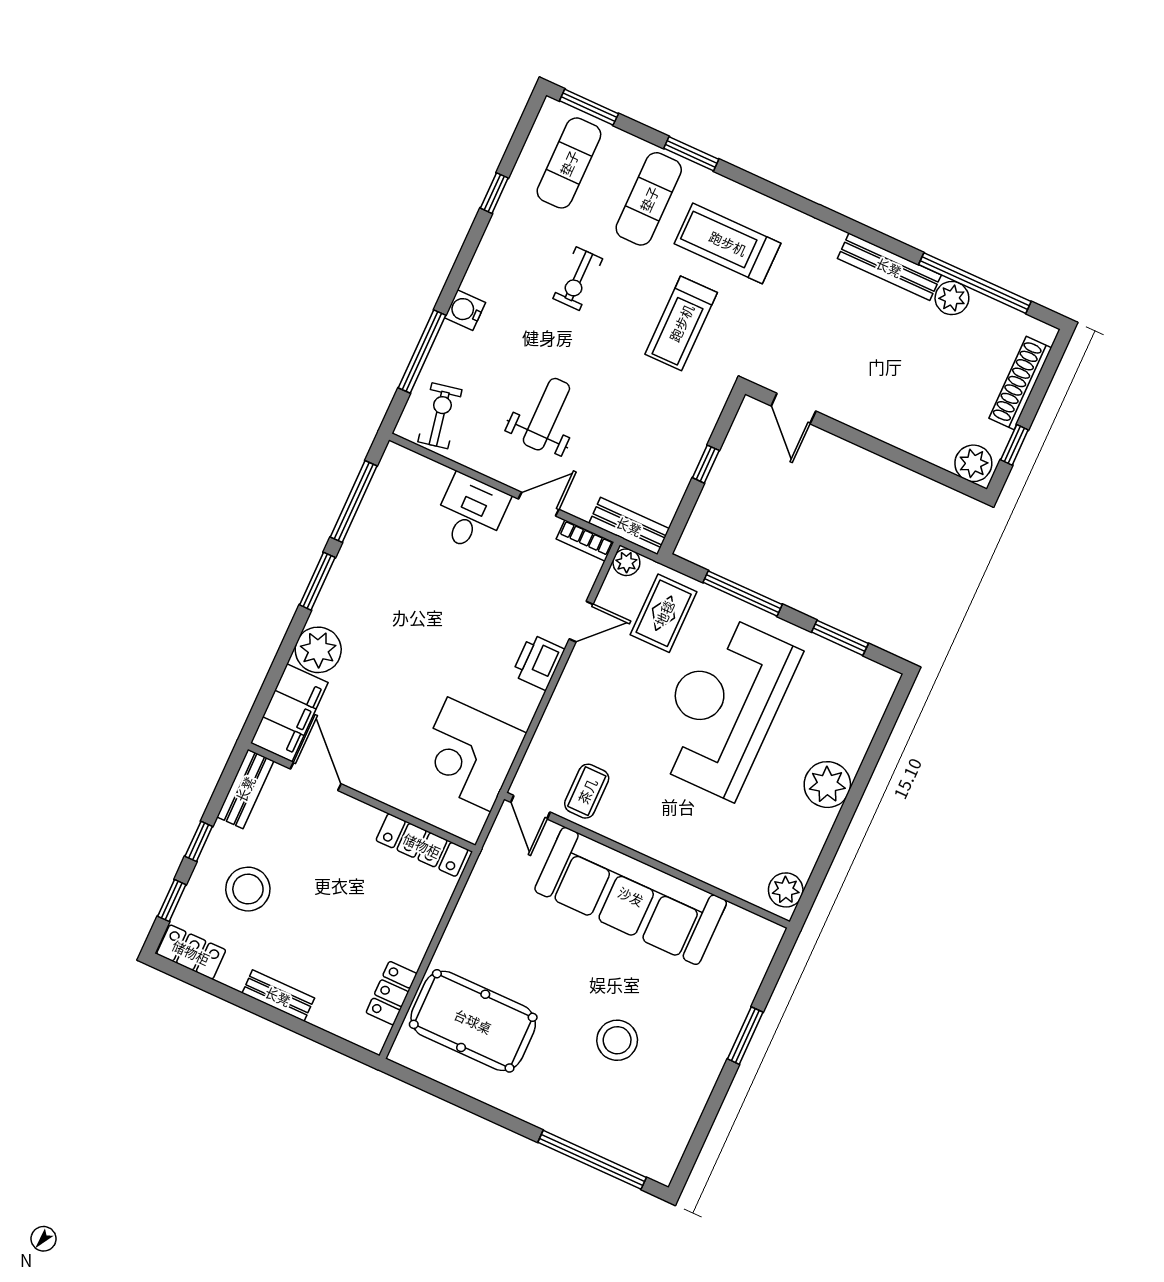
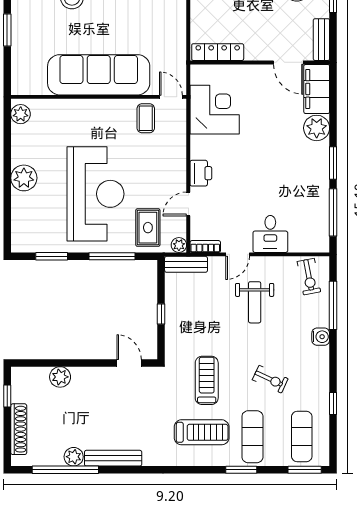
exercise bike: (578, 279) -> (270, 379), turned 115
plant: (973, 463) -> (60, 377), moved

